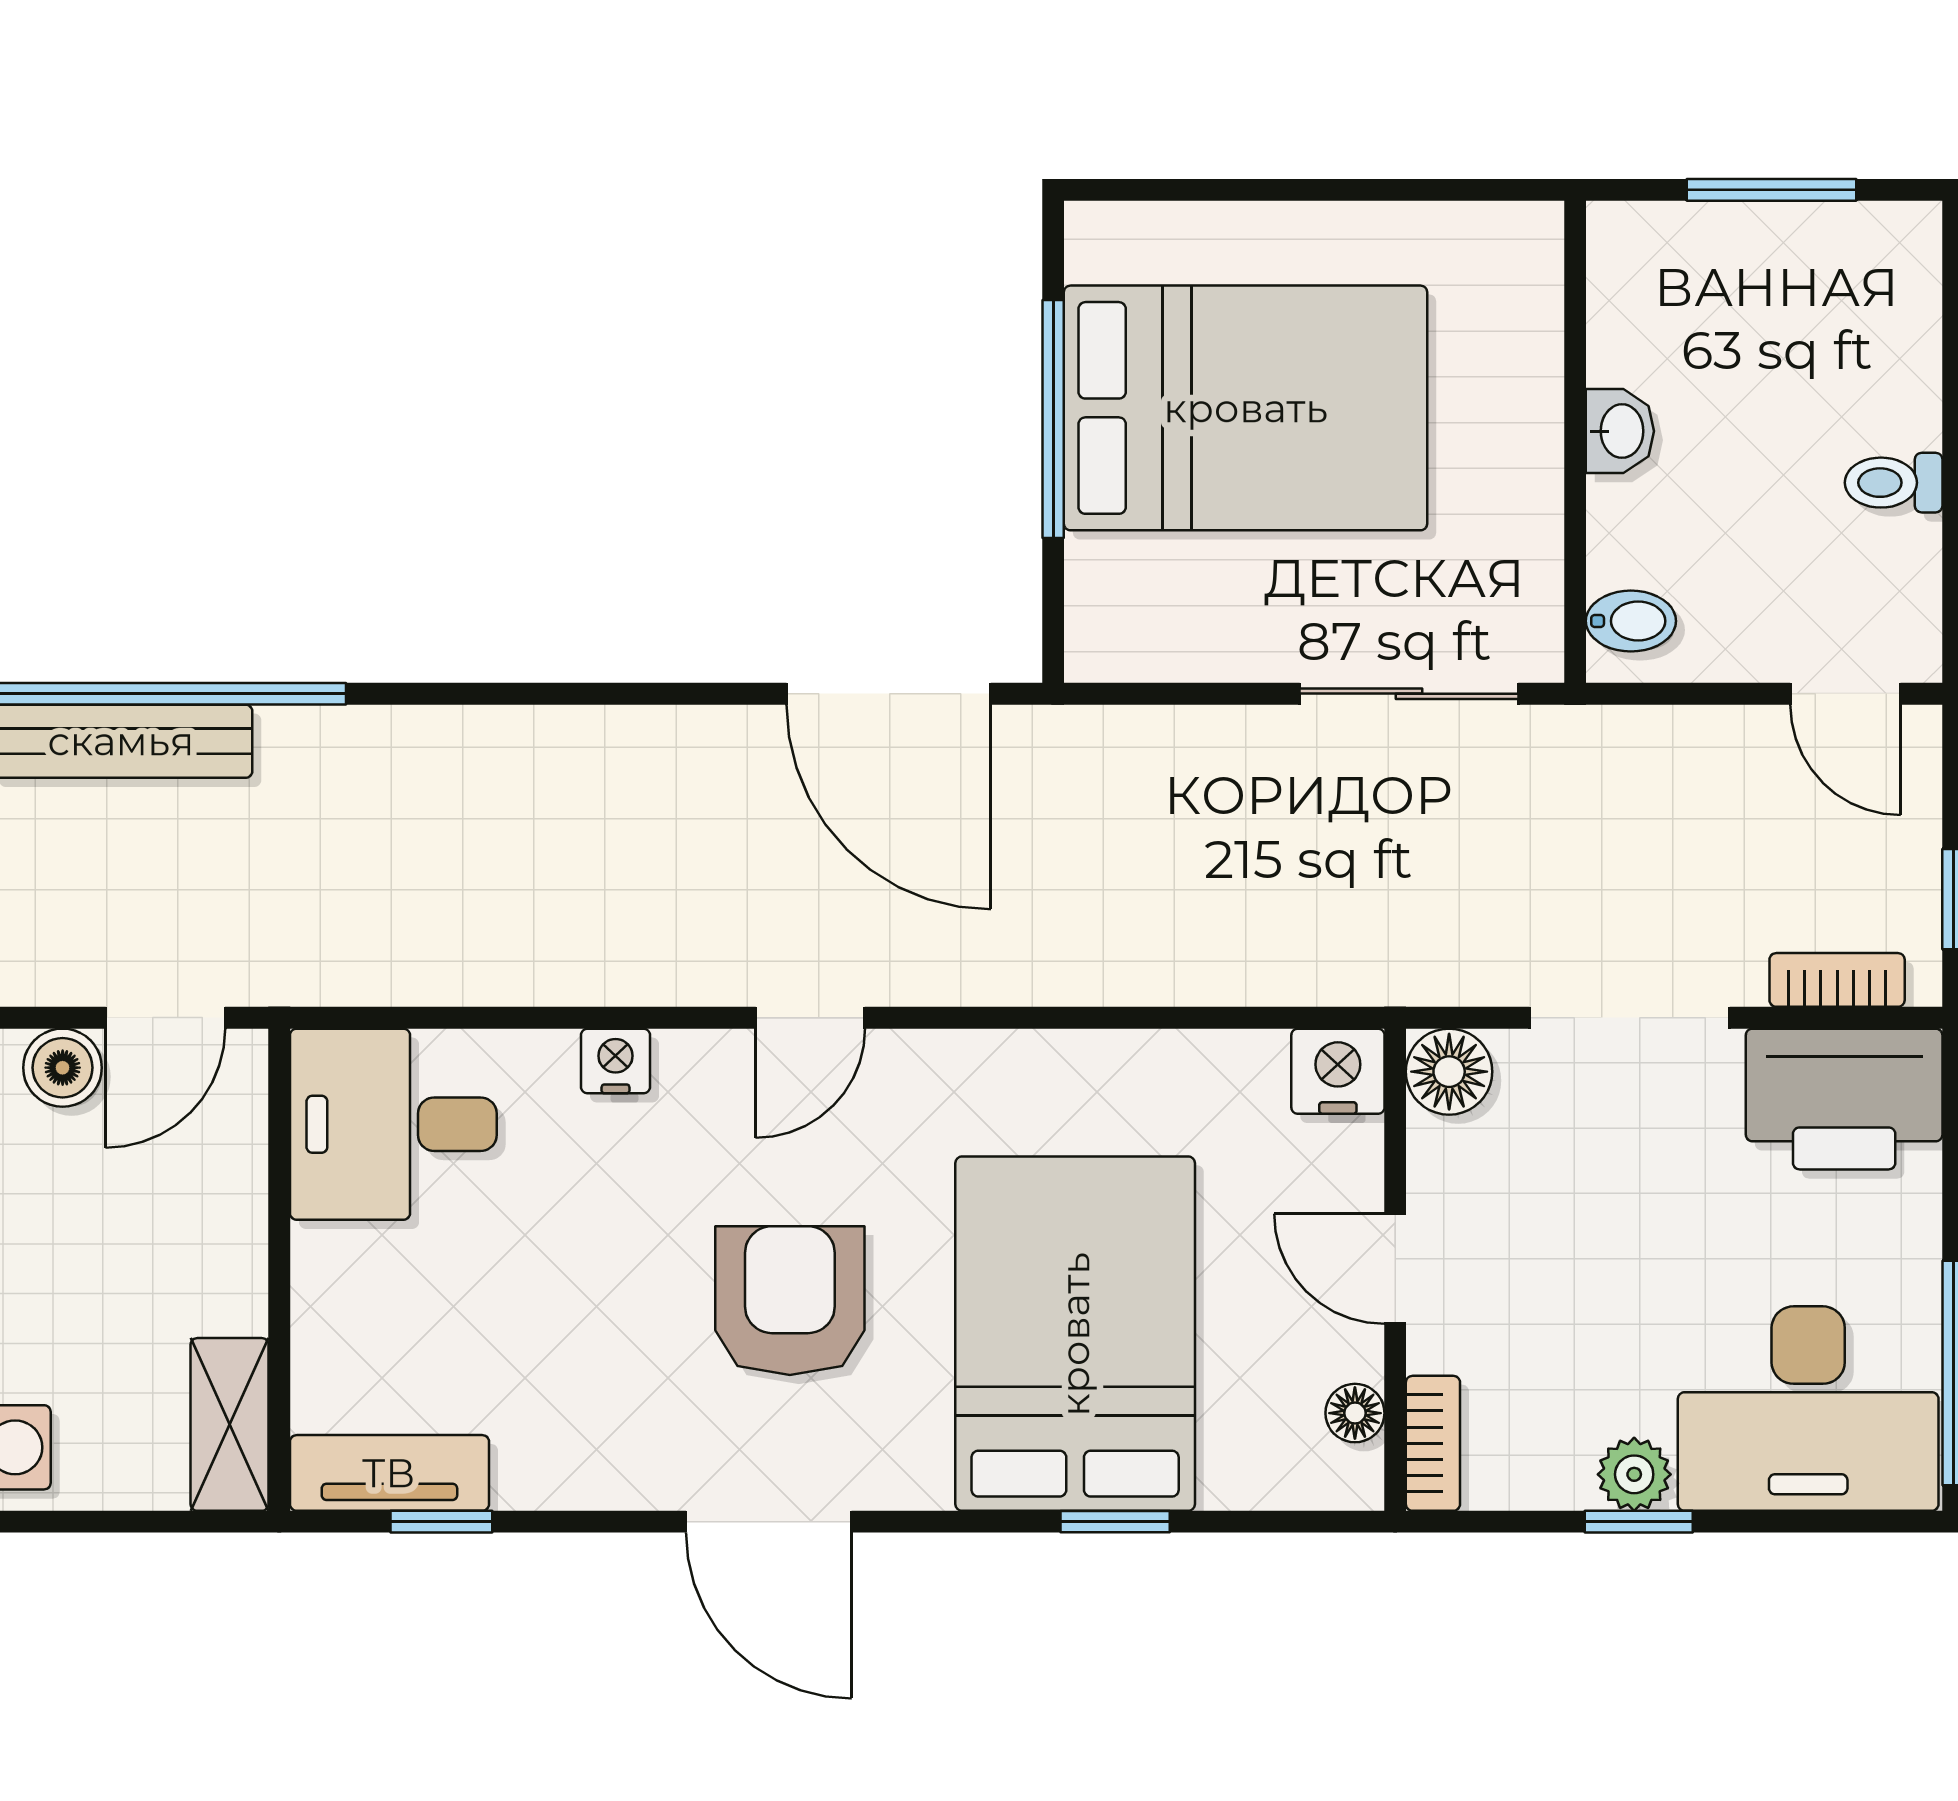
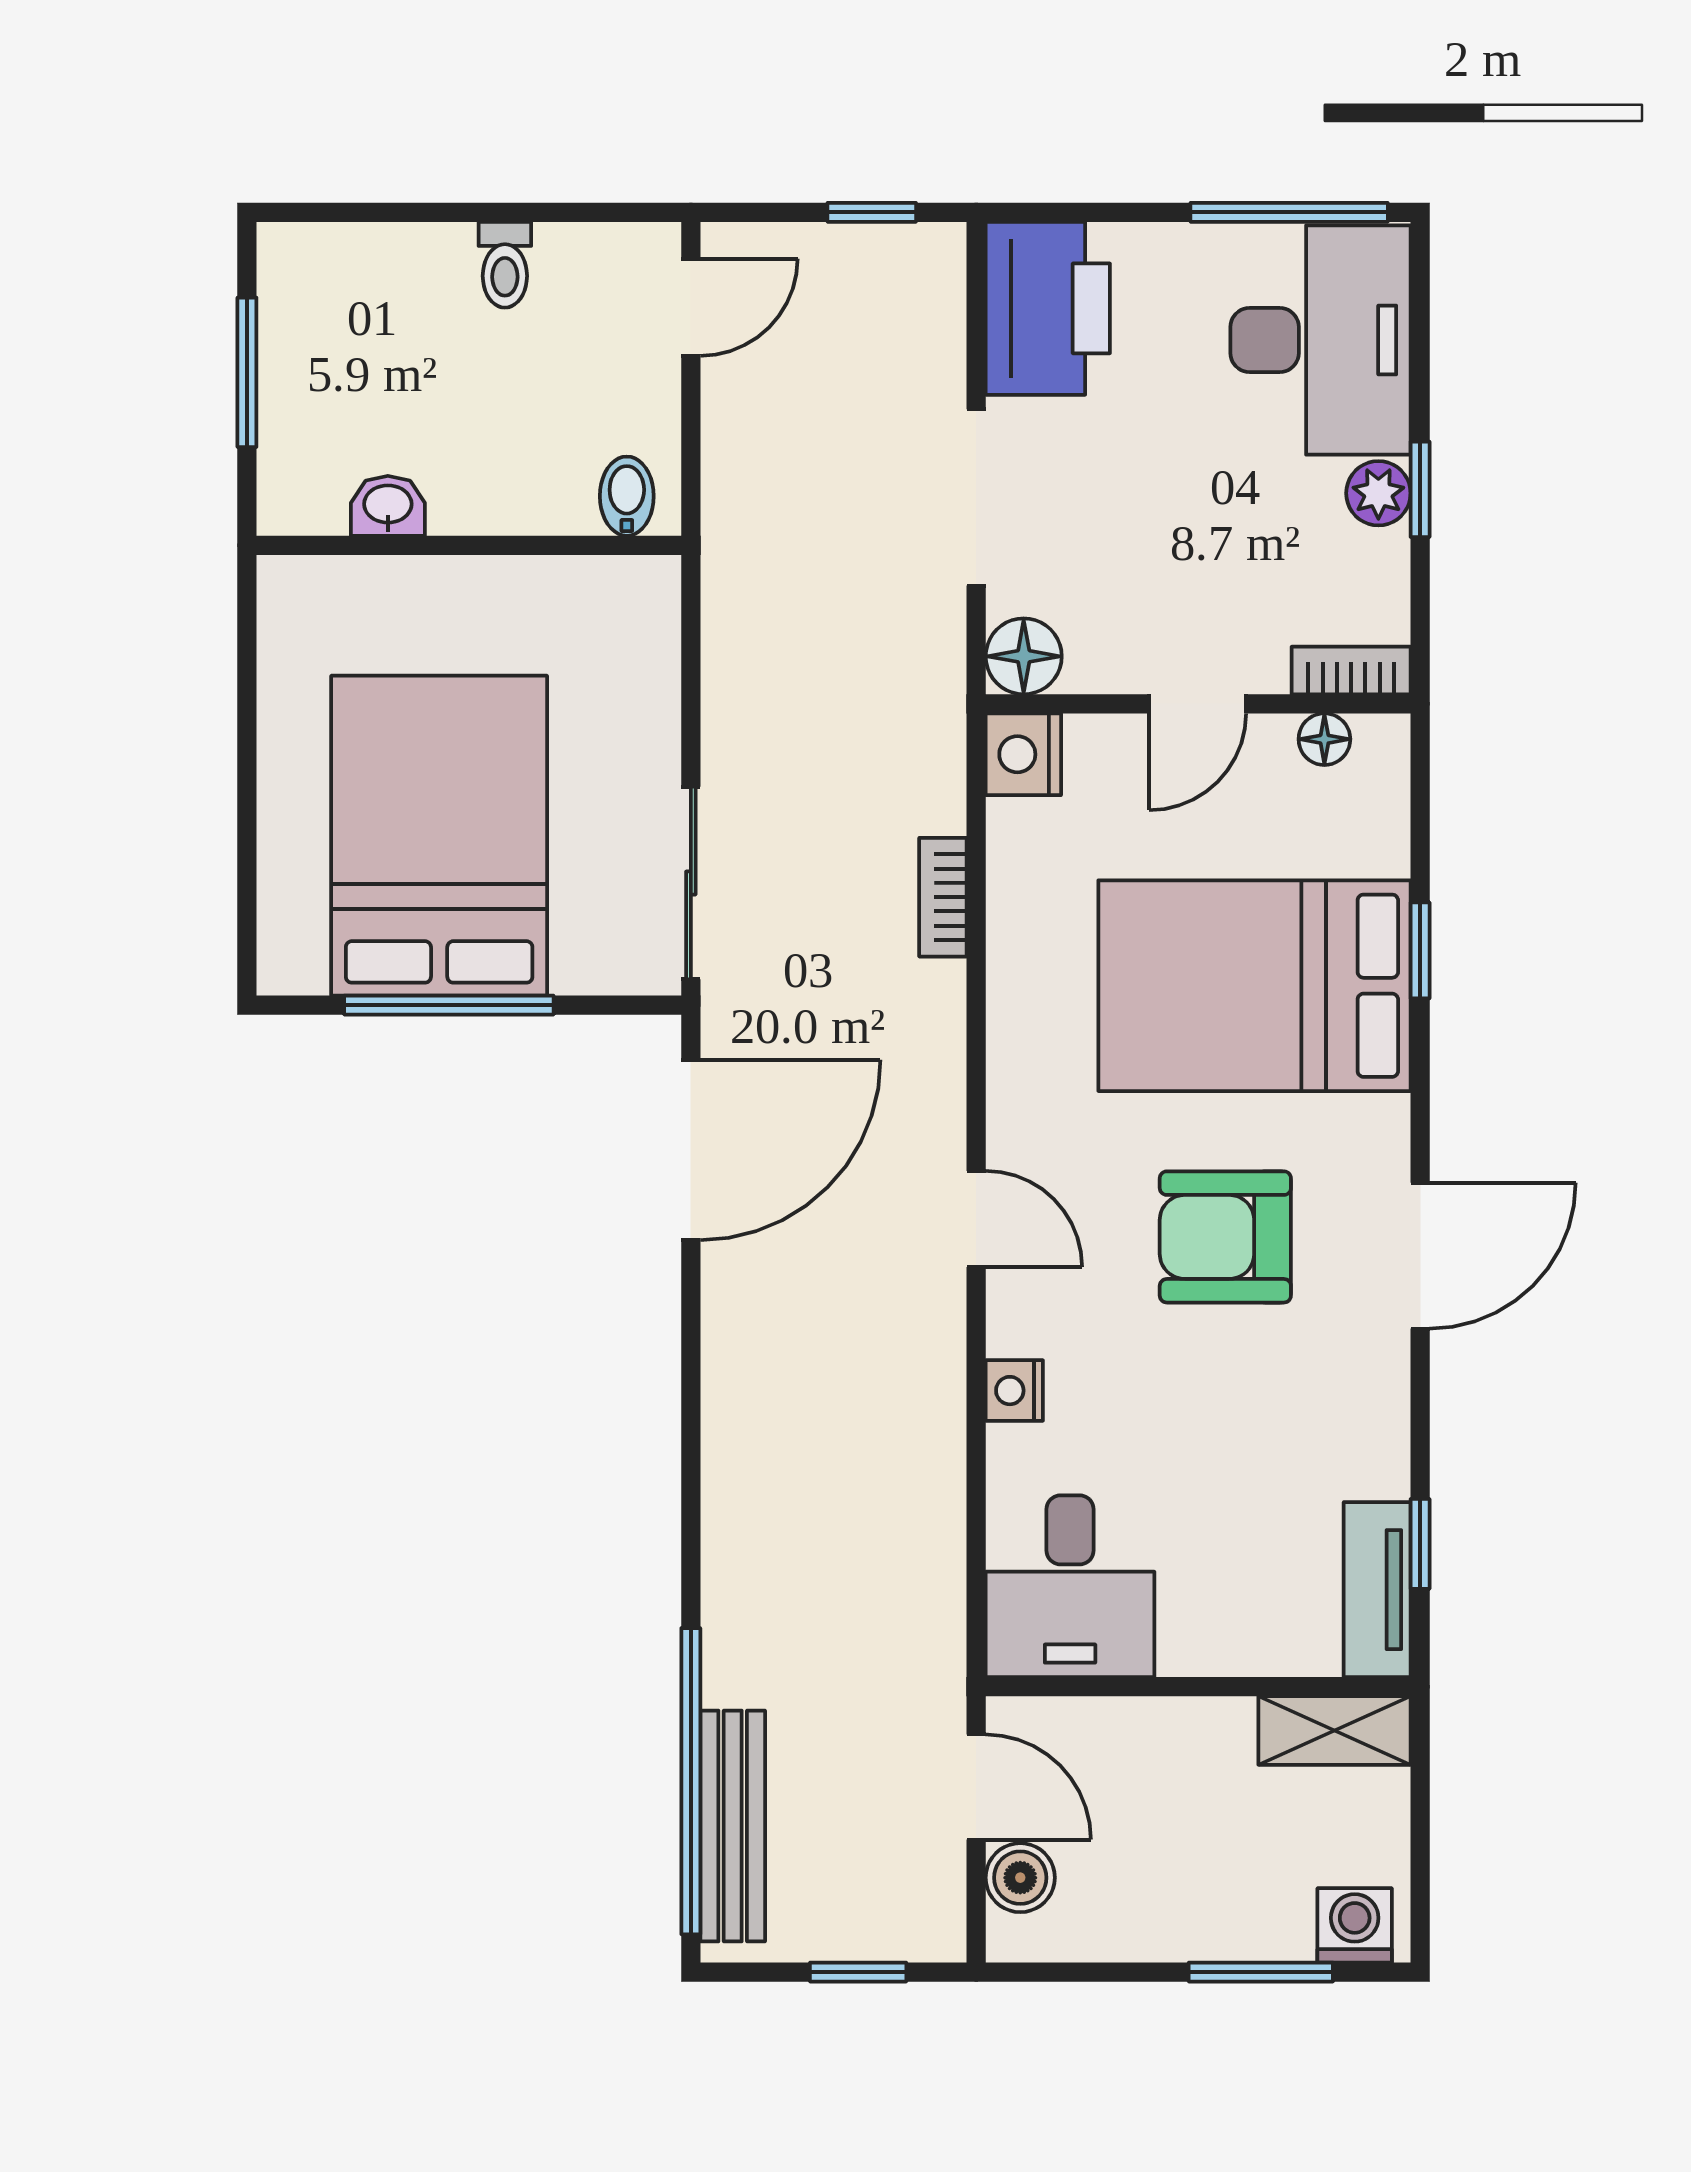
washbasin: (1620, 431) -> (388, 506), moved
sliding door: (1409, 694) -> (691, 883), moved
bookcase: (1837, 980) -> (943, 897), moved

